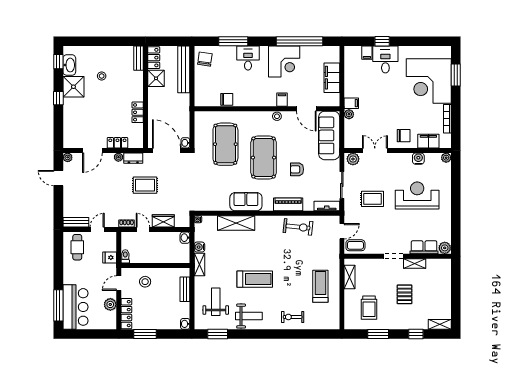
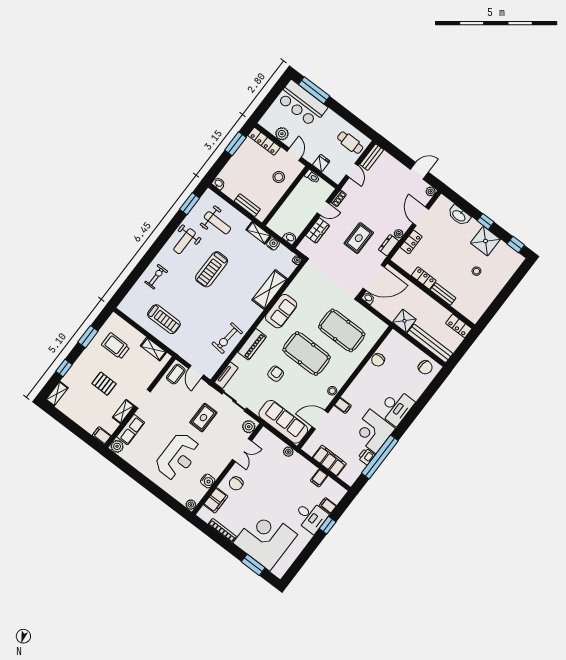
window: (233, 41) -> (422, 402), removed
printer: (307, 52) -> (366, 457), added
bench: (139, 58) -> (443, 294), moved
desk: (248, 58) -> (396, 407), width x1.37
washbasin: (69, 65) -> (459, 216), moved
shower: (156, 78) -> (404, 321), moved
filing cabinet: (351, 103) -> (319, 478), moved
filing cabinet: (445, 266) -> (102, 436), added

